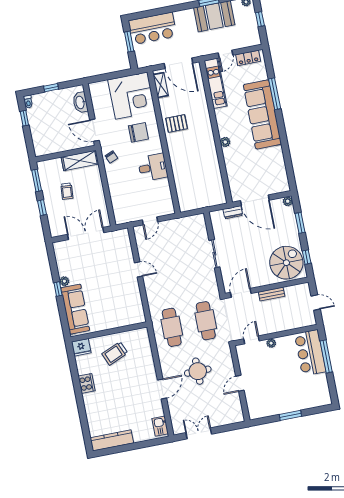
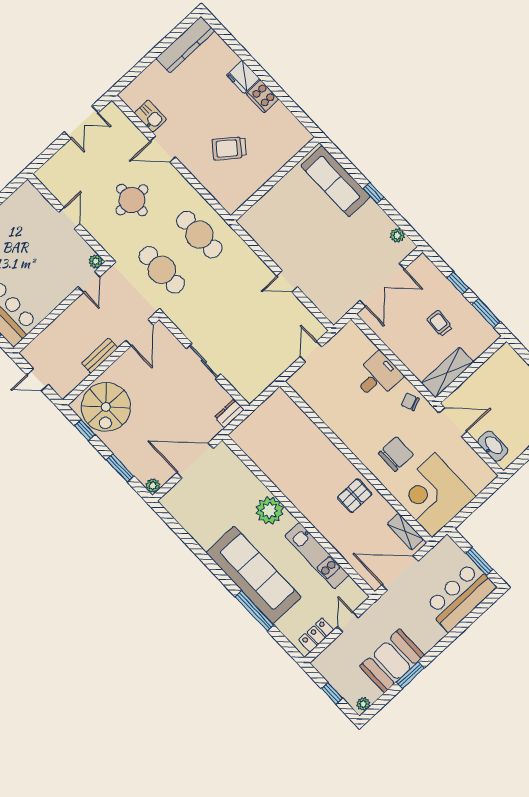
kitchen unit: (216, 83) -> (317, 556), moved
chair: (138, 132) -> (396, 454), turned 180
plant: (225, 142) -> (269, 511), width x1.87, depth x1.87
desk: (153, 167) -> (378, 376), moved, turned 180
dresser: (233, 212) -> (229, 413), moved
plant: (64, 281) -> (397, 235), moved
plant: (271, 343) -> (96, 261), moved
fridge: (81, 347) -> (243, 77), moved, turned -90
trolley: (115, 353) -> (229, 148), moved, turned -119
door: (162, 389) -> (163, 149), hinge flipped
kitchen sink: (160, 426) -> (150, 116), moved

